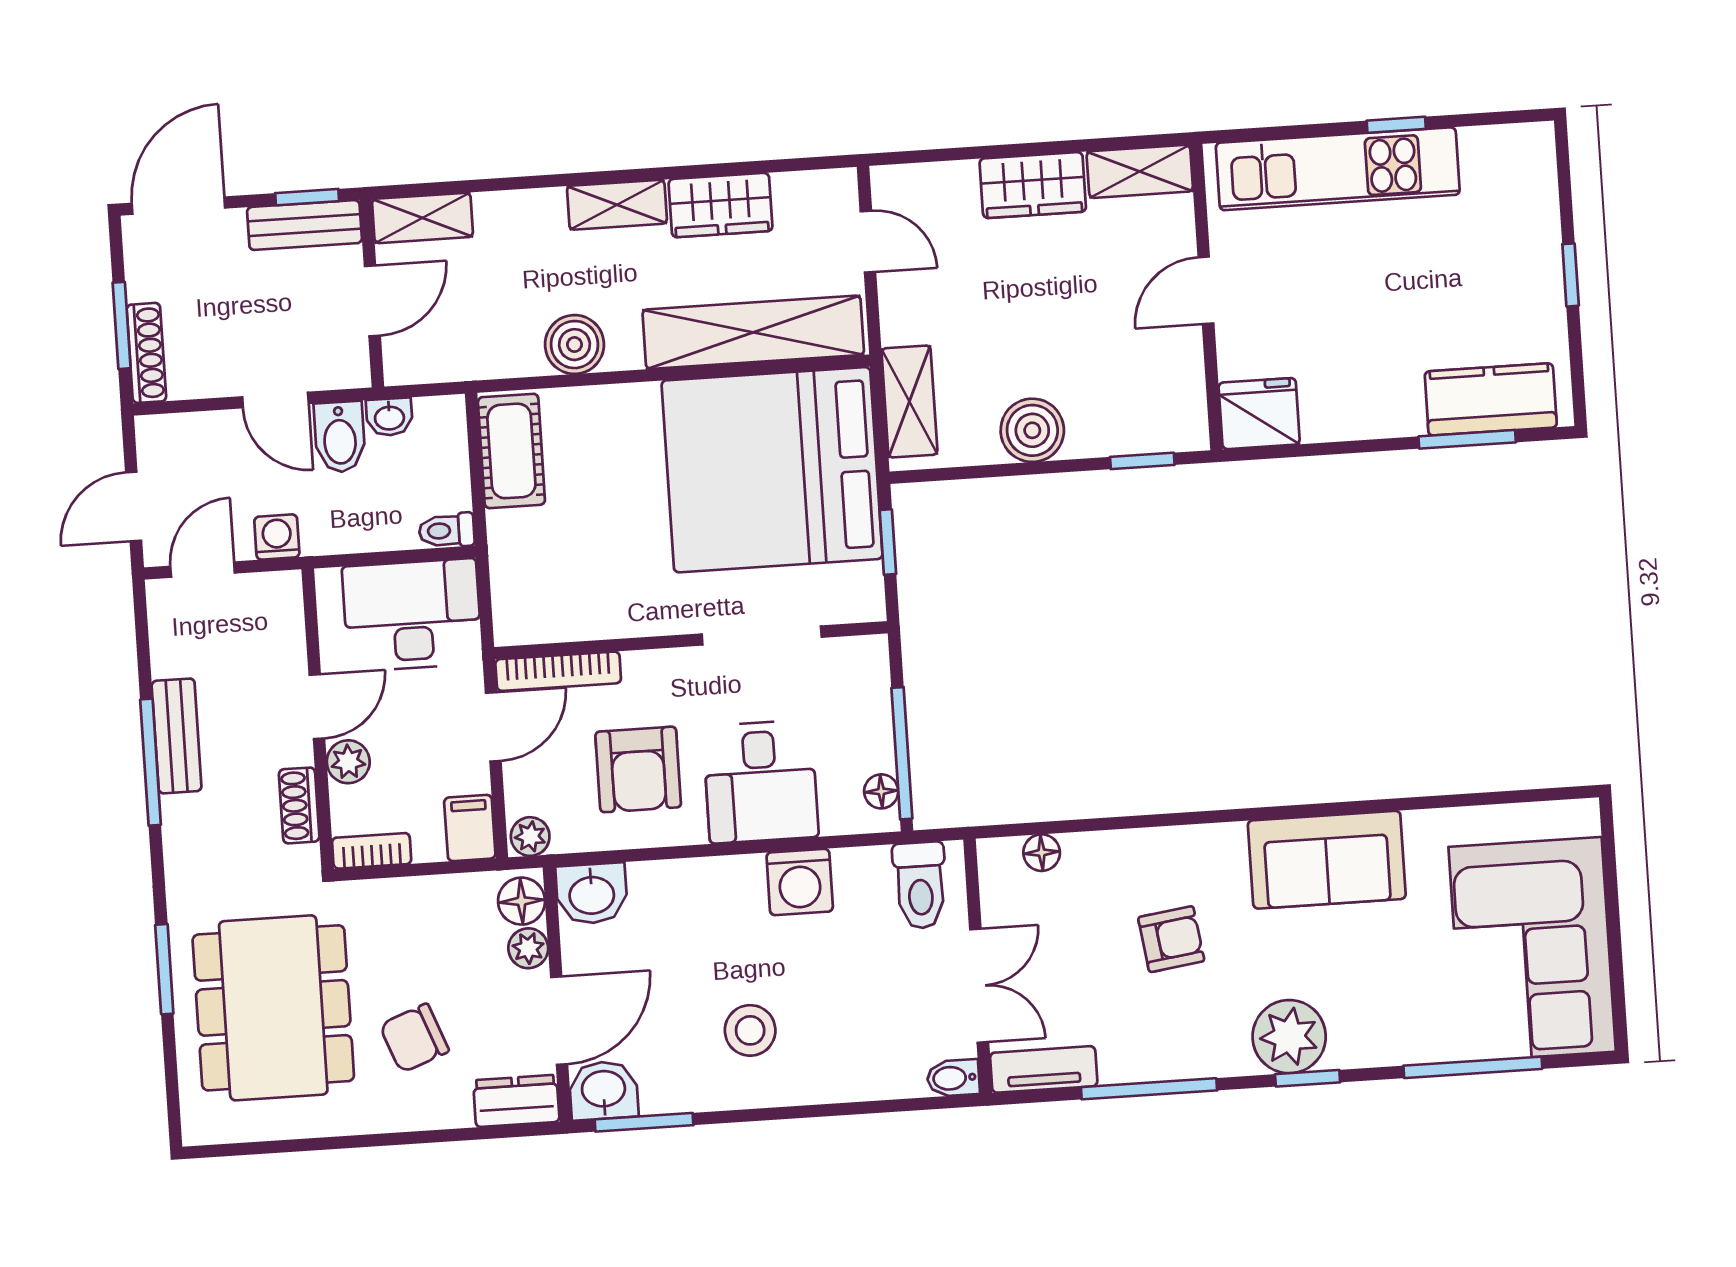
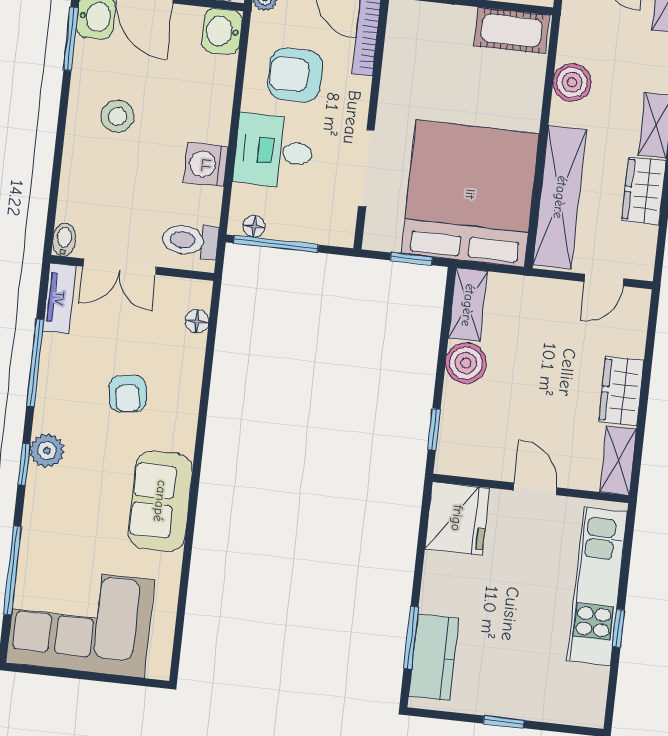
shelving: (909, 402) -> (468, 305), moved, turned 90
fridge: (1259, 414) -> (457, 518), width x1.36, depth x1.34
plant: (1289, 1037) -> (47, 450), width x0.73, depth x0.73

